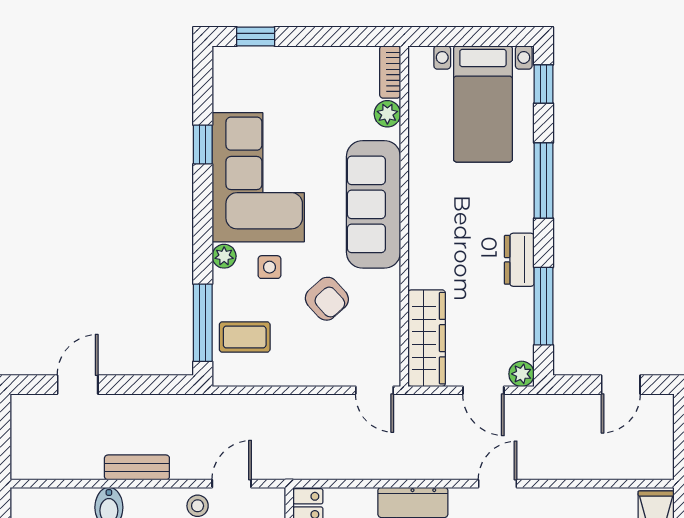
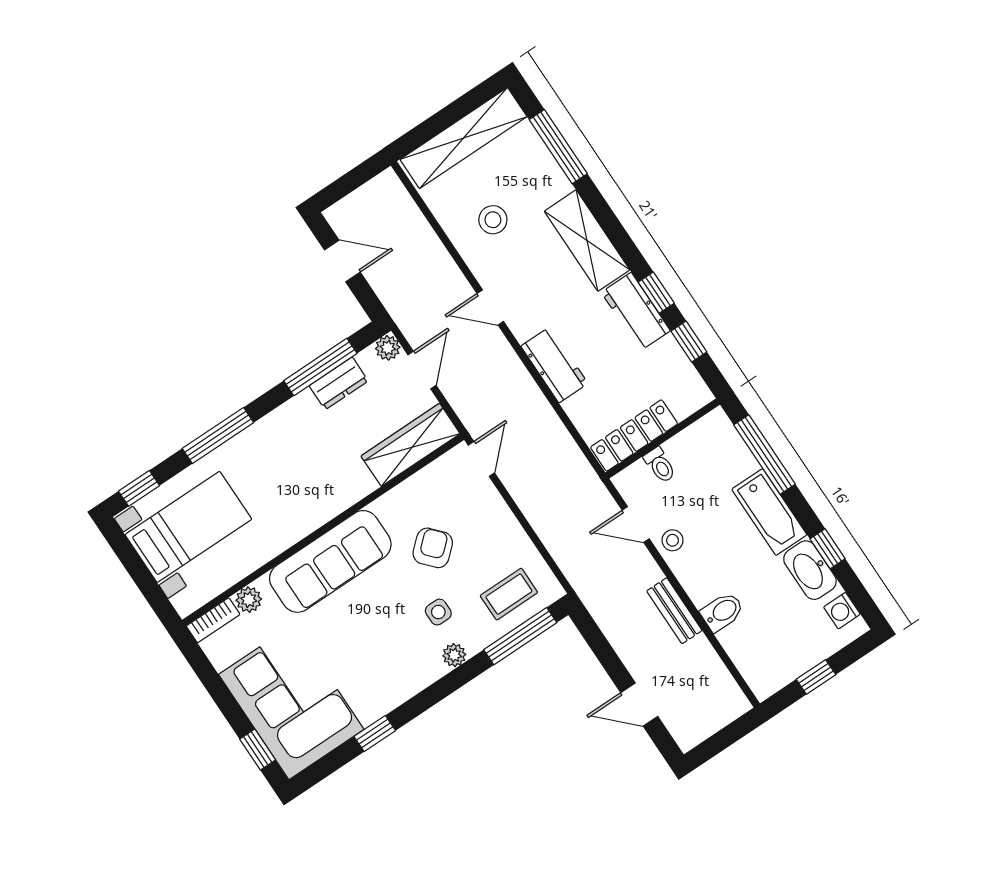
corner sofa: (258, 177) -> (291, 702), moved, turned 90
dresser: (519, 260) -> (339, 383), moved
coffee table: (245, 337) -> (509, 594), turned 90

